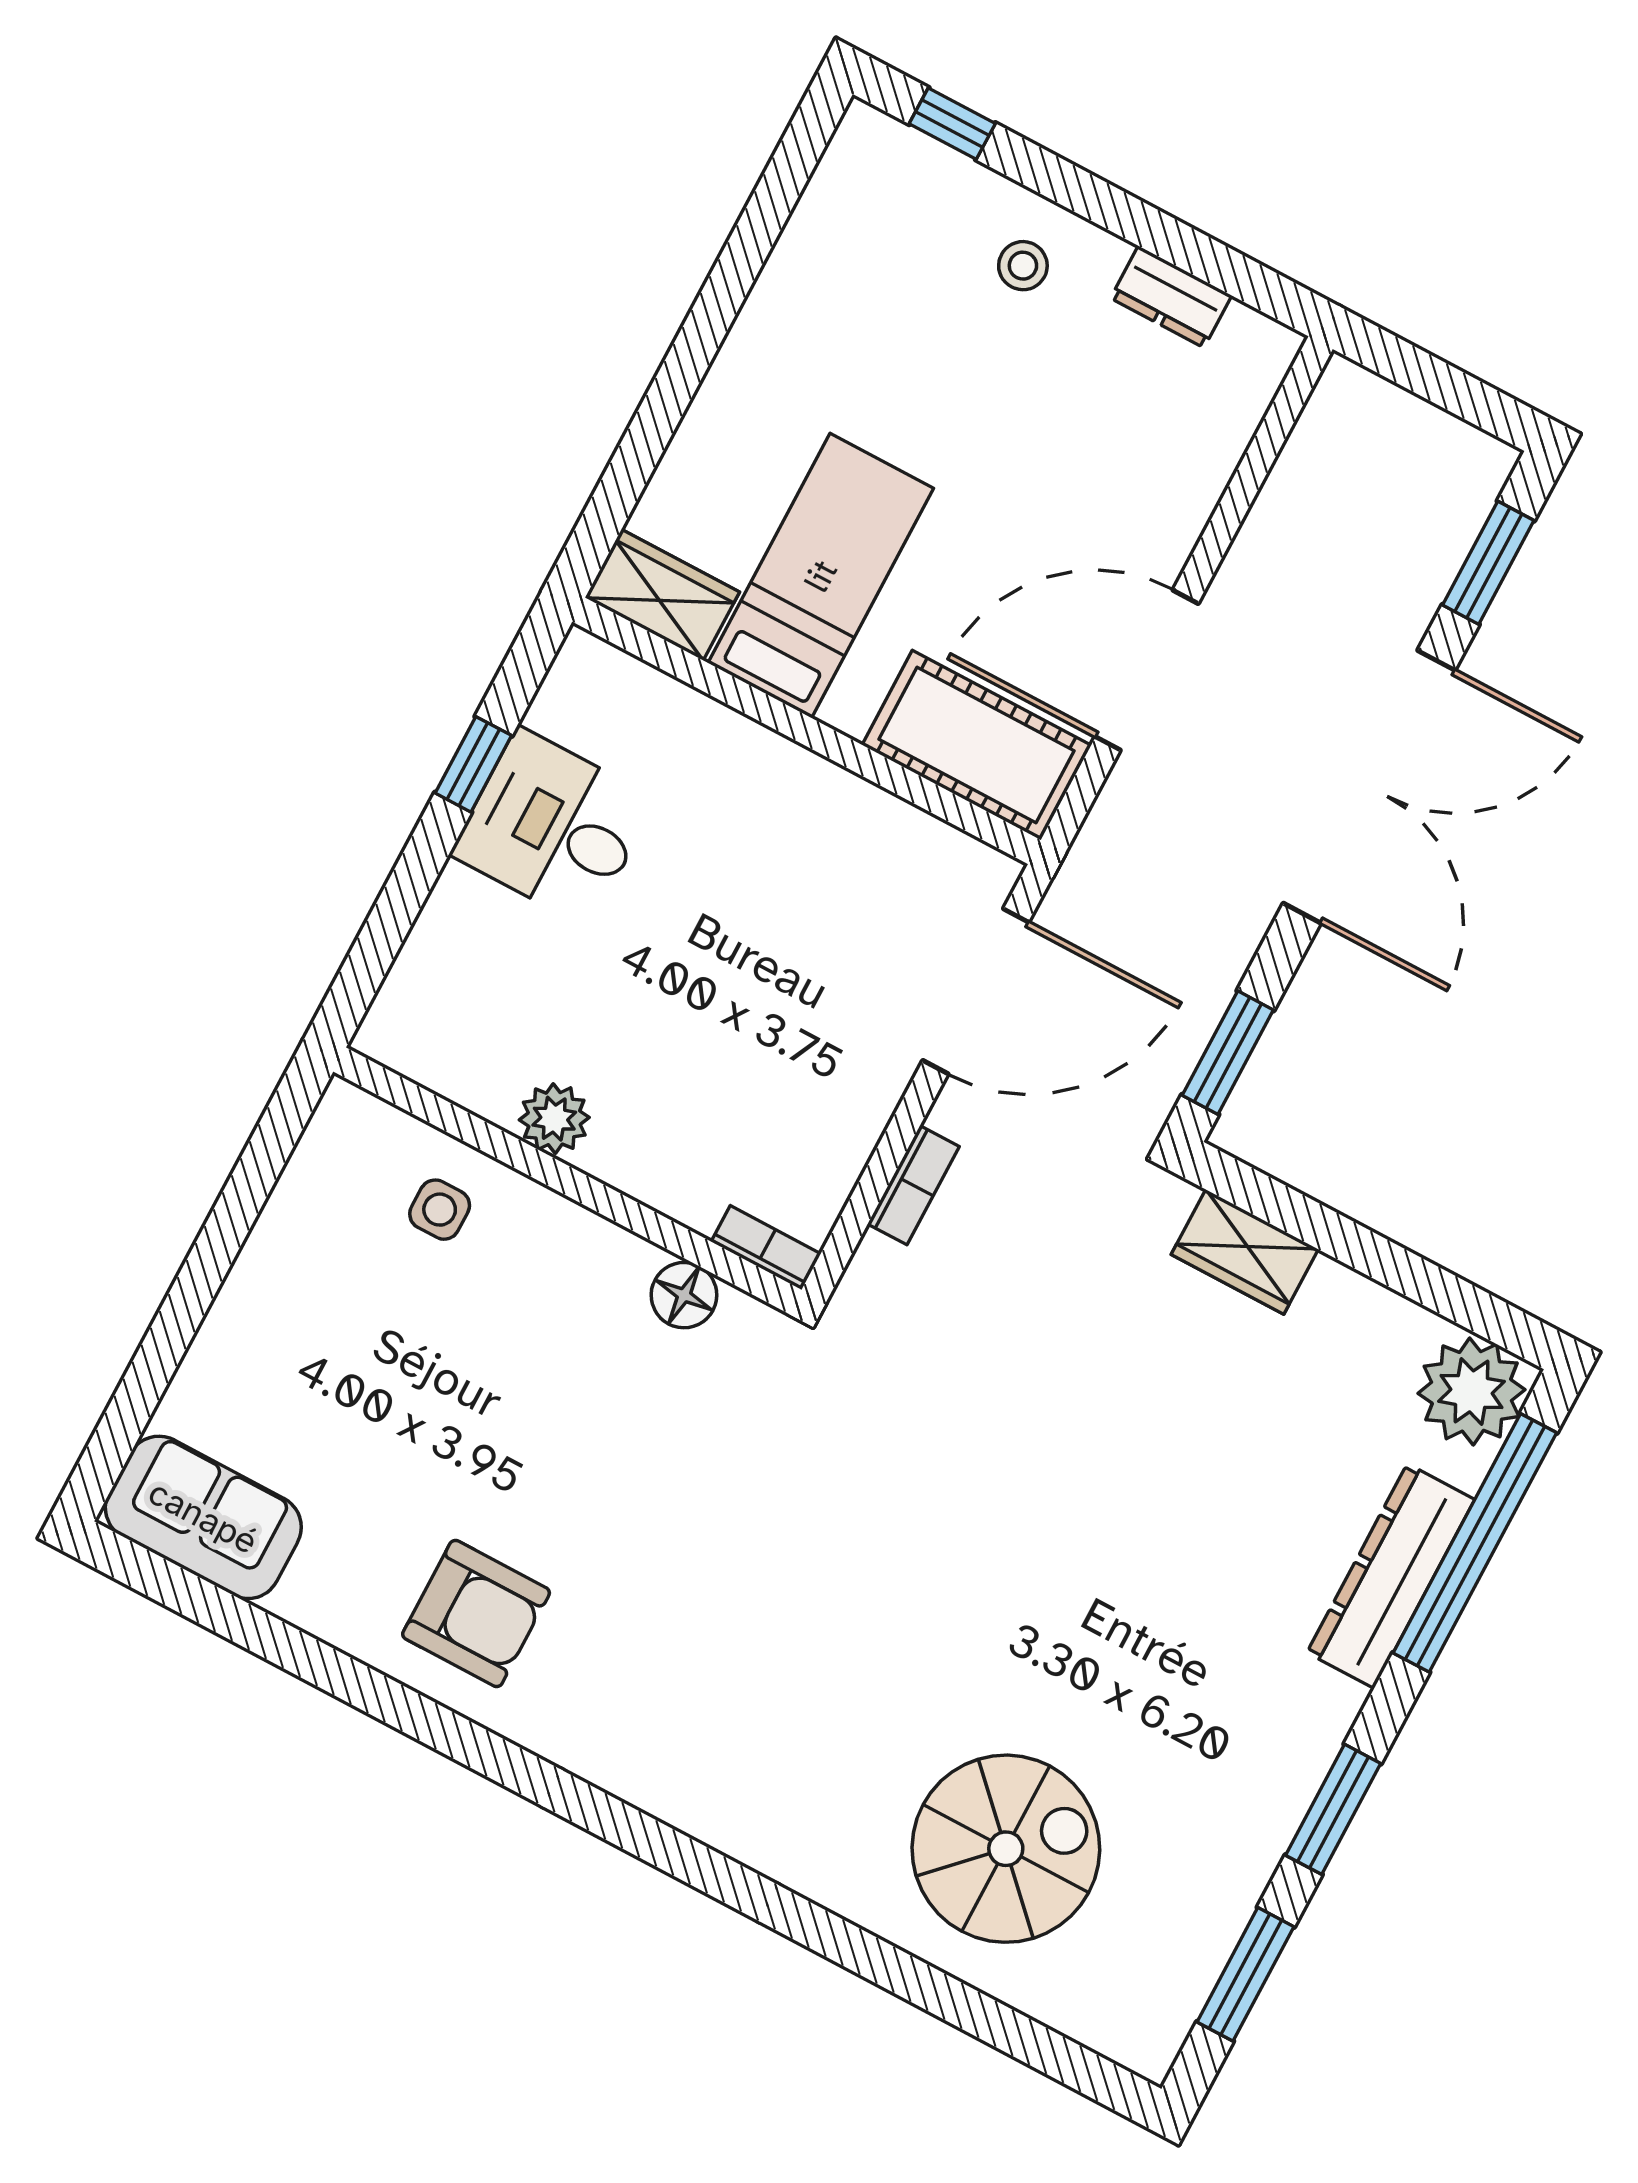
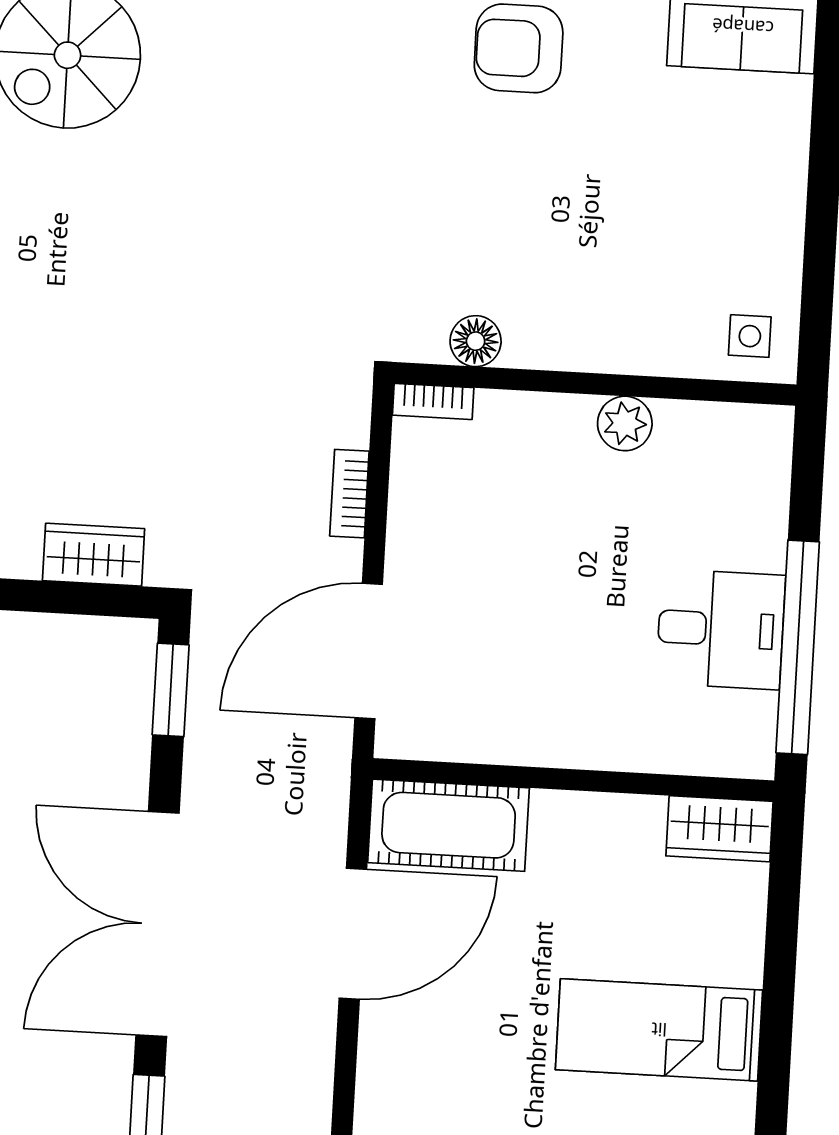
bed: (821, 576) -> (659, 1030), moved, turned 90
window: (473, 764) -> (798, 647), width x3.17
side table: (440, 1210) -> (750, 336), moved

